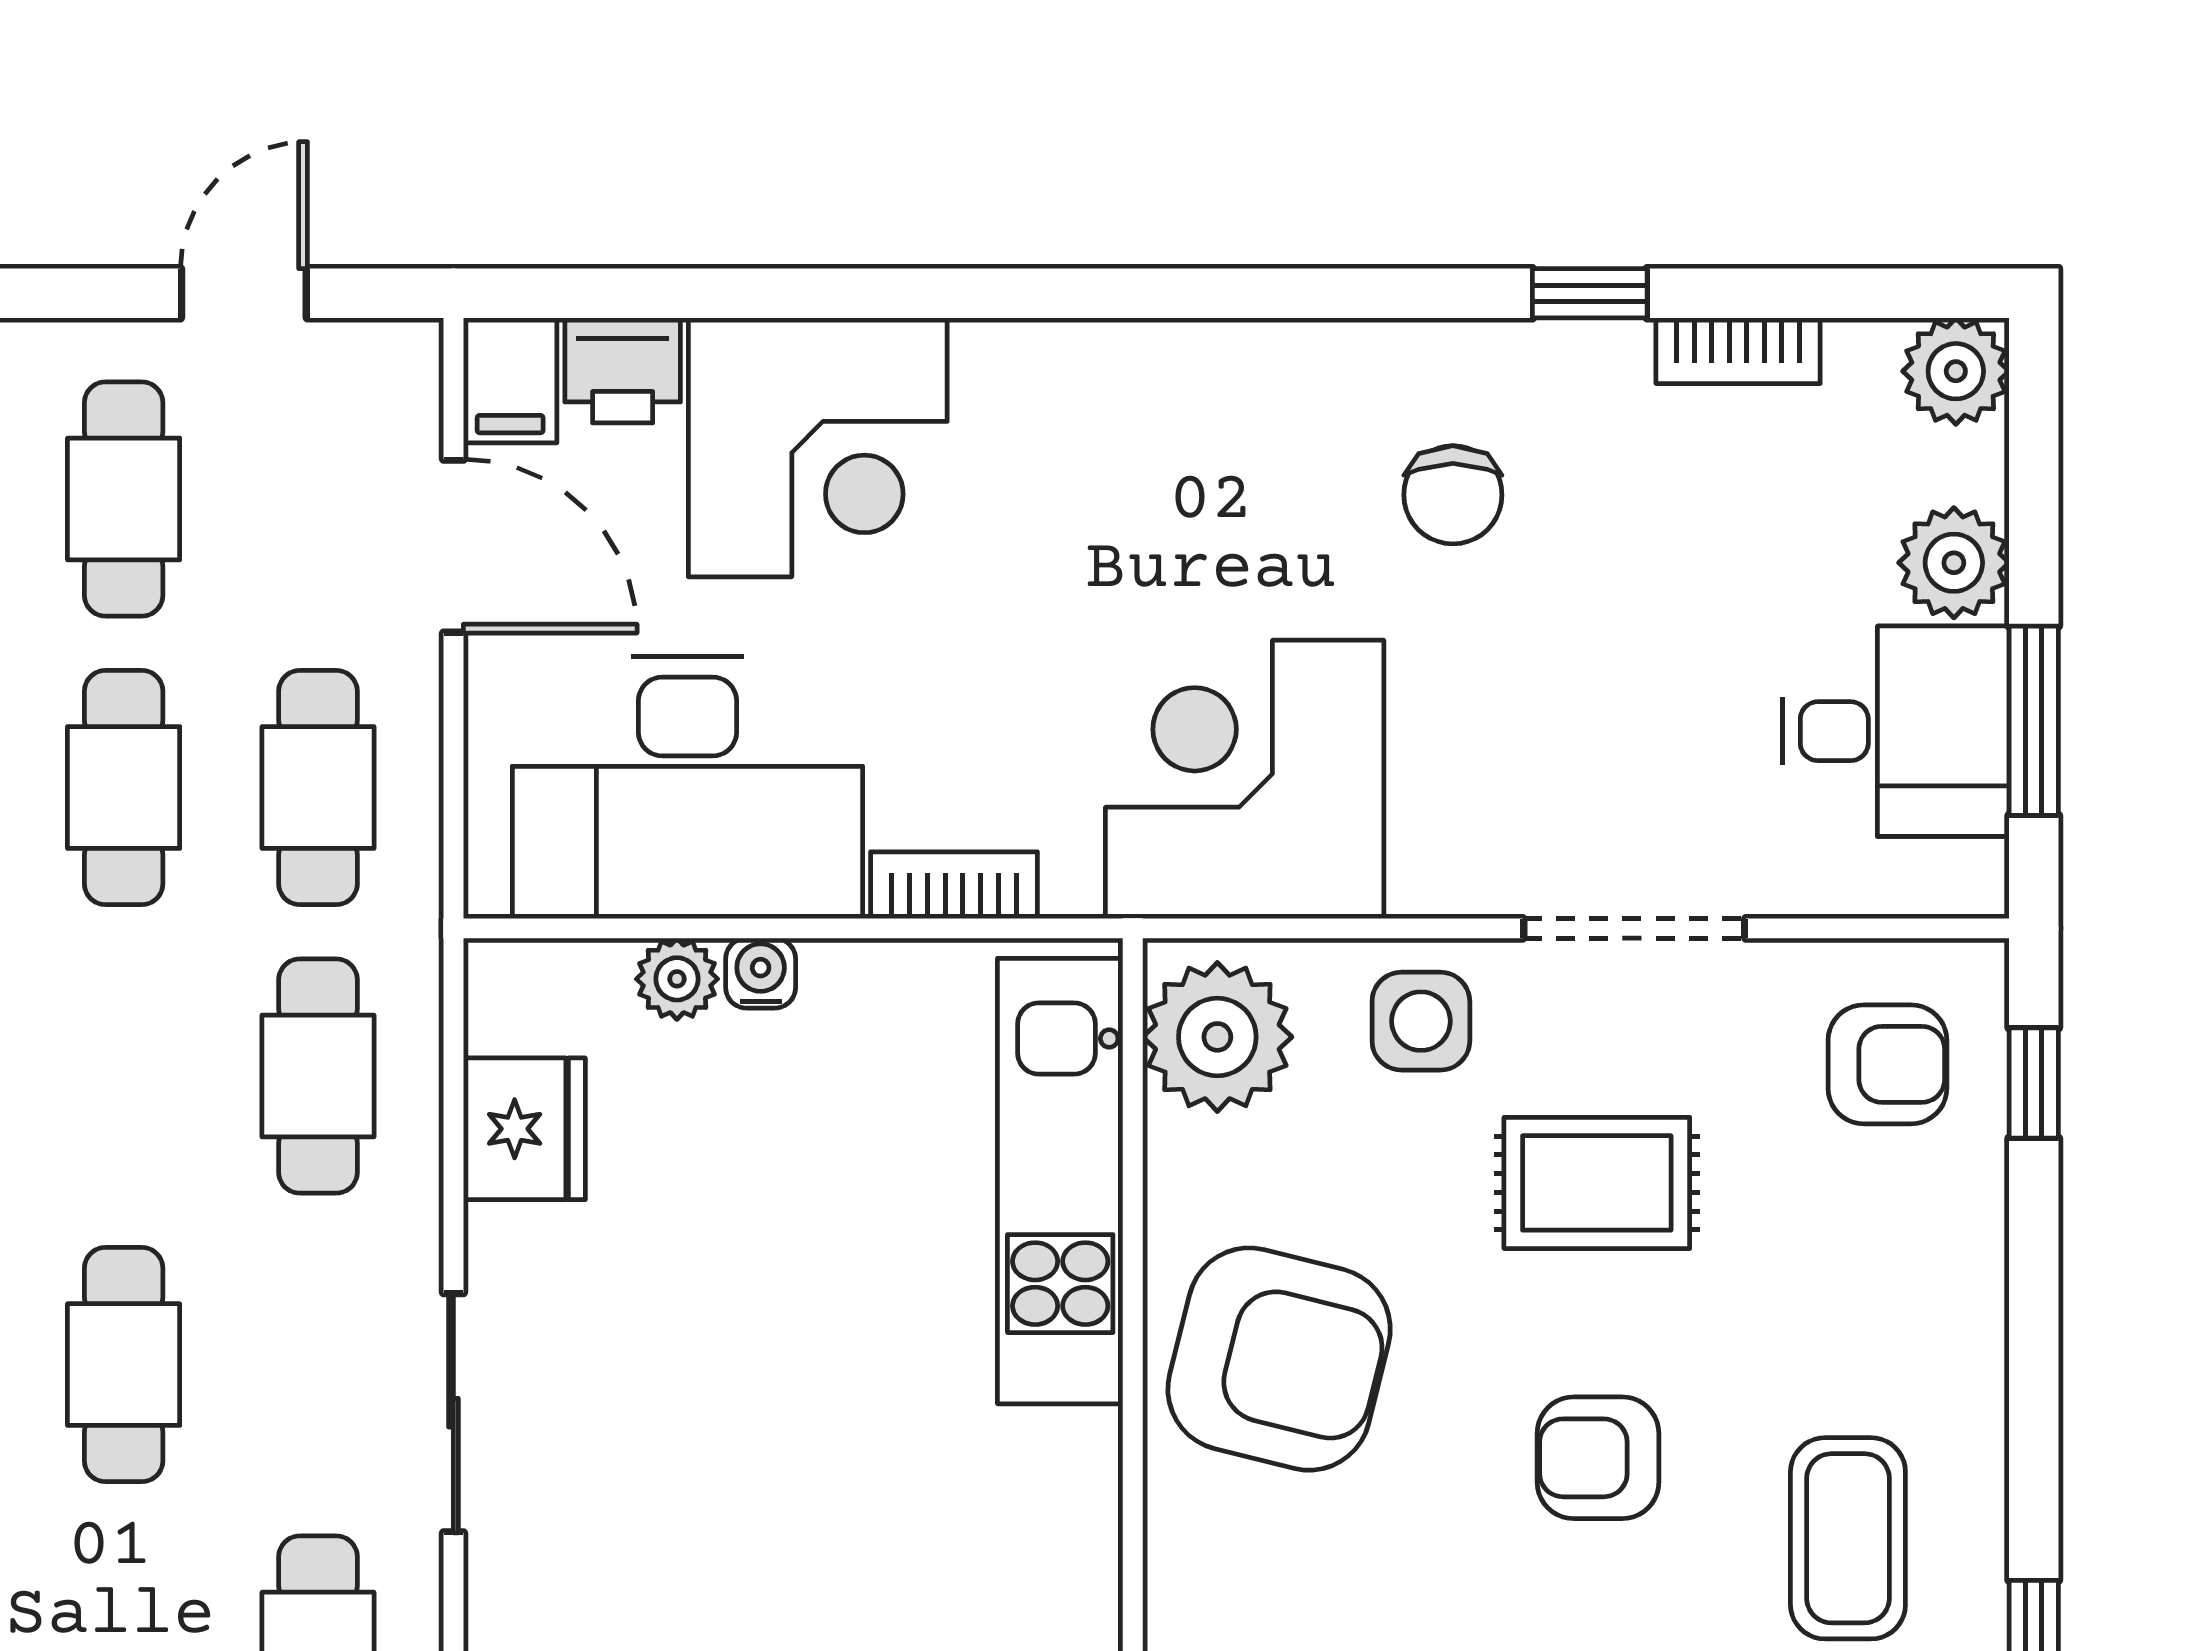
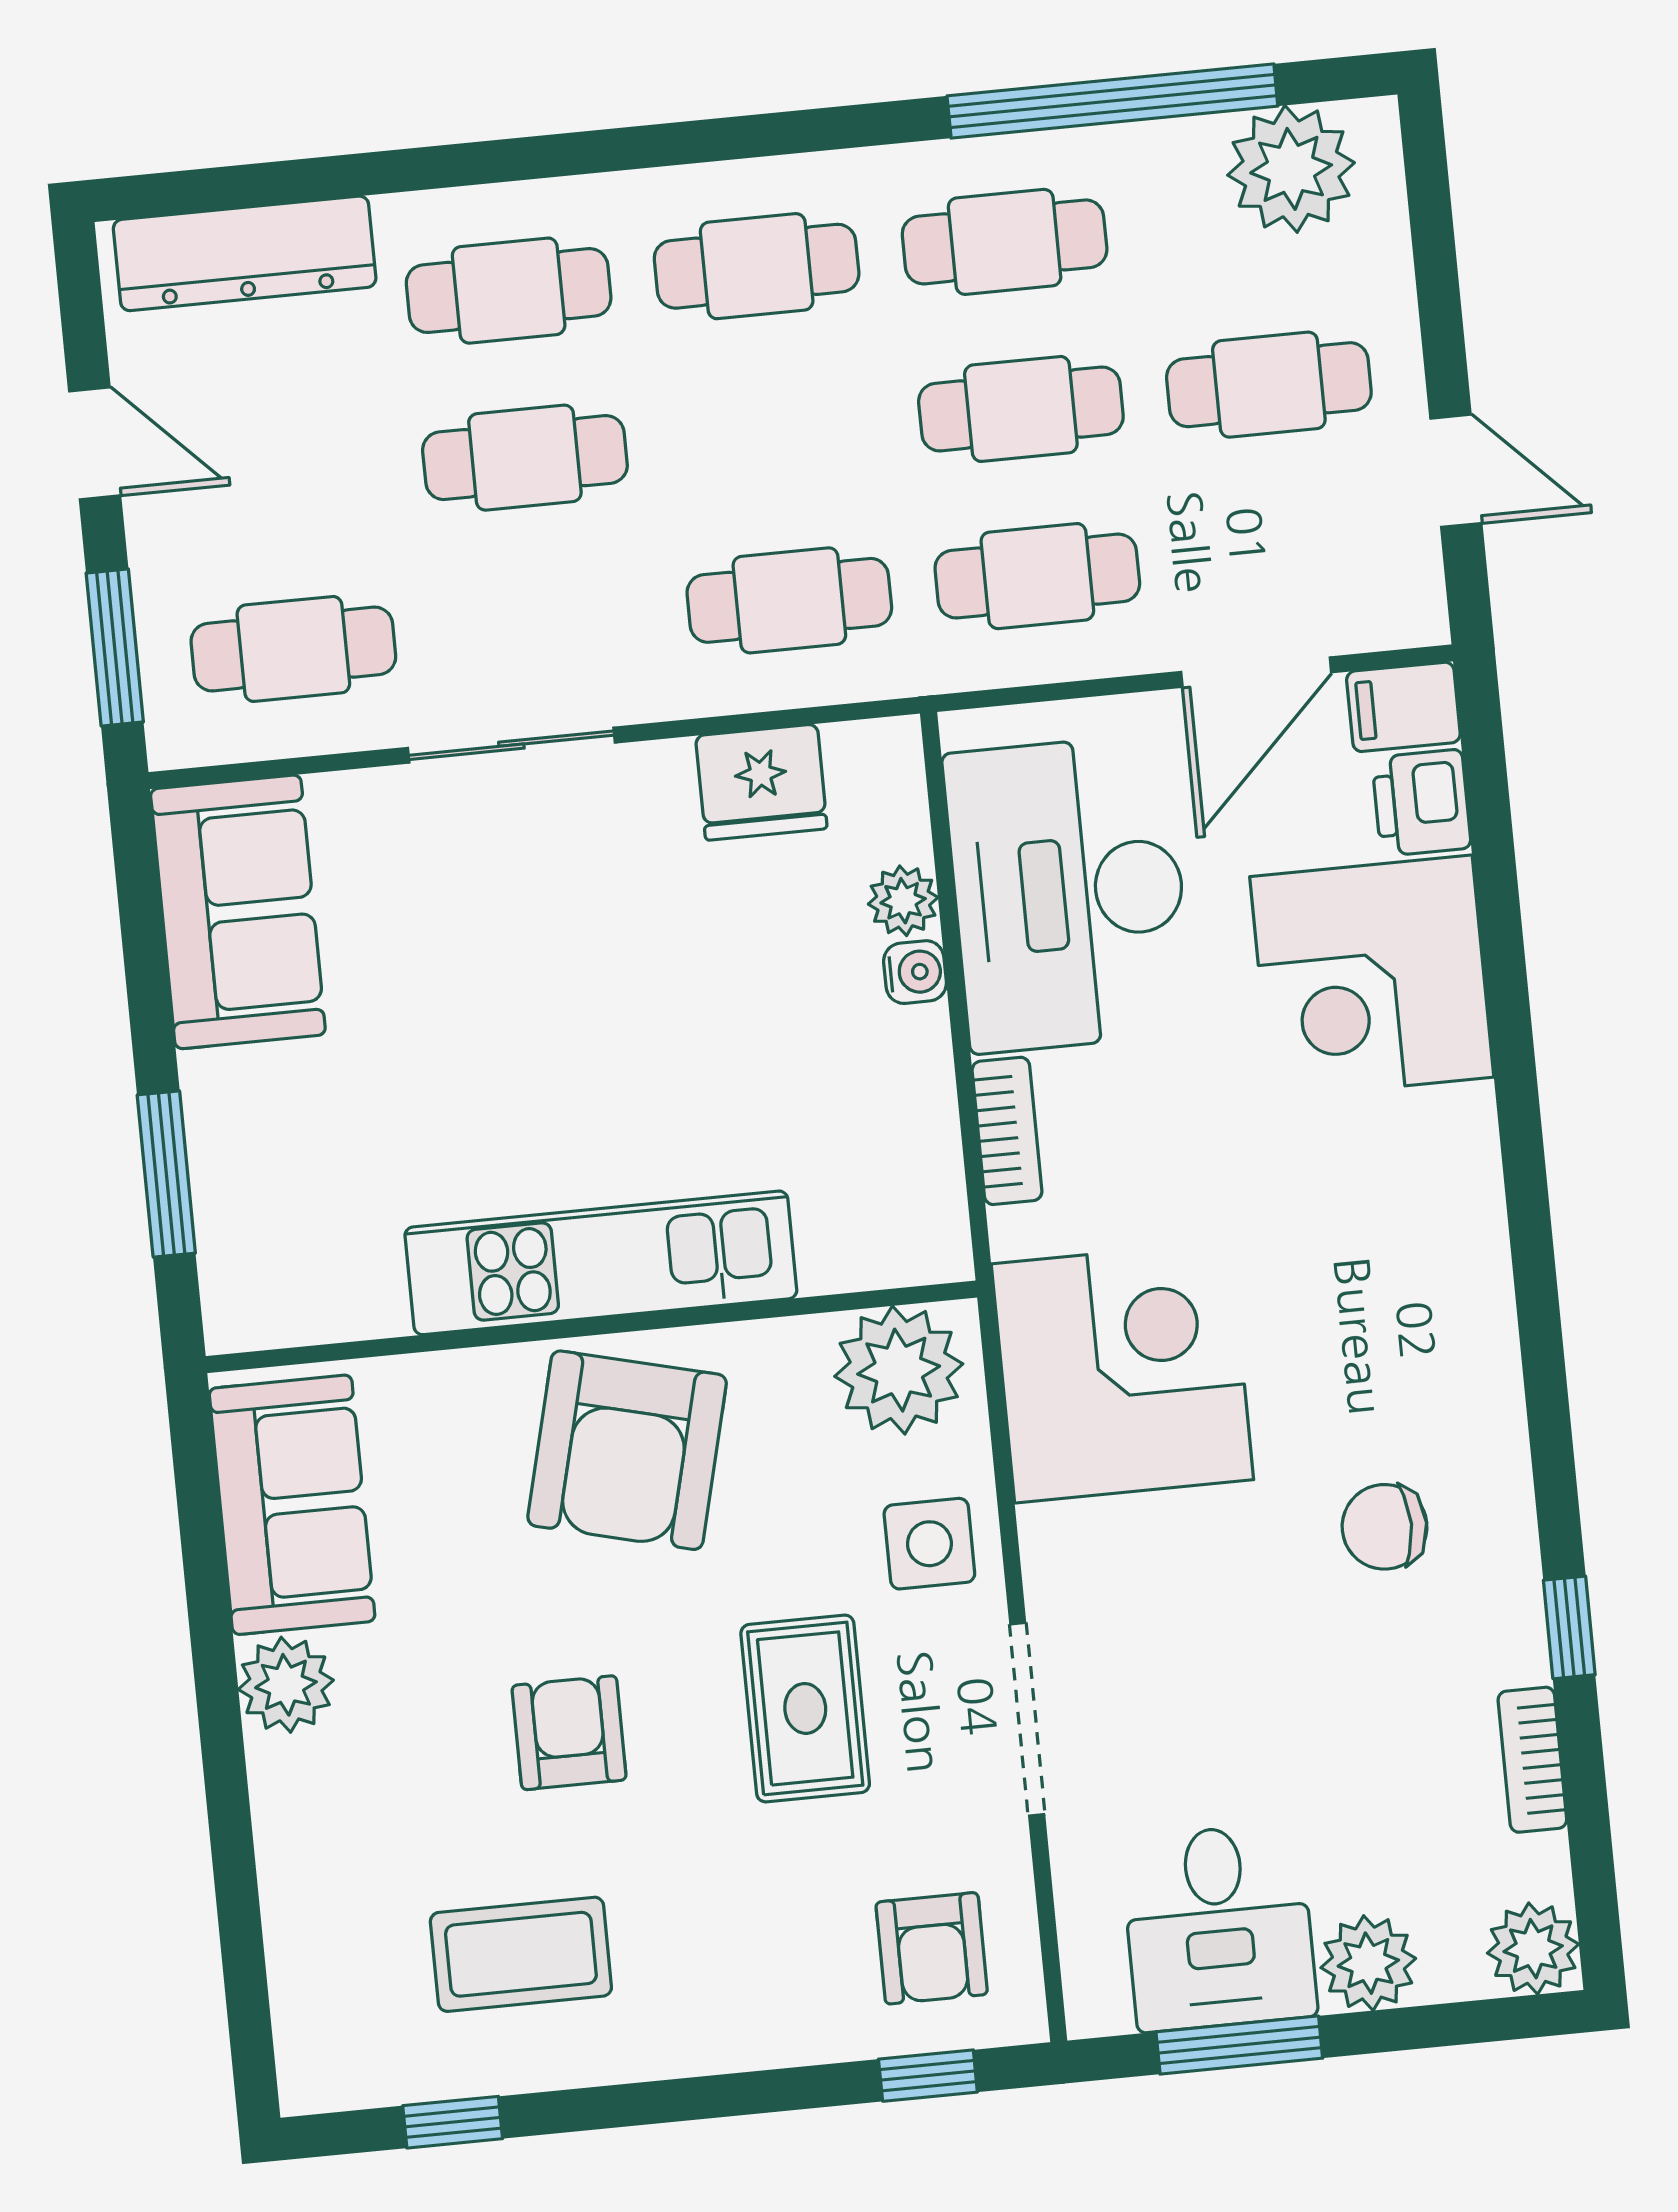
kitchen unit: (1060, 1181) -> (601, 1263), moved

